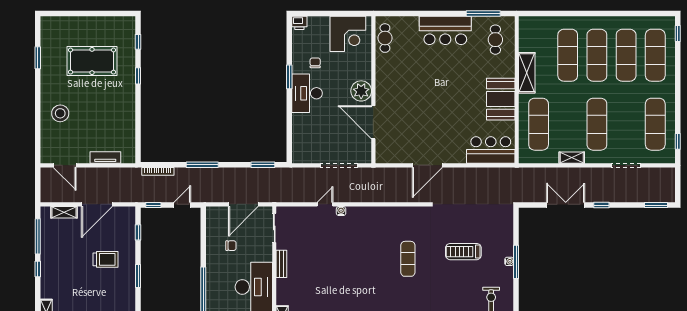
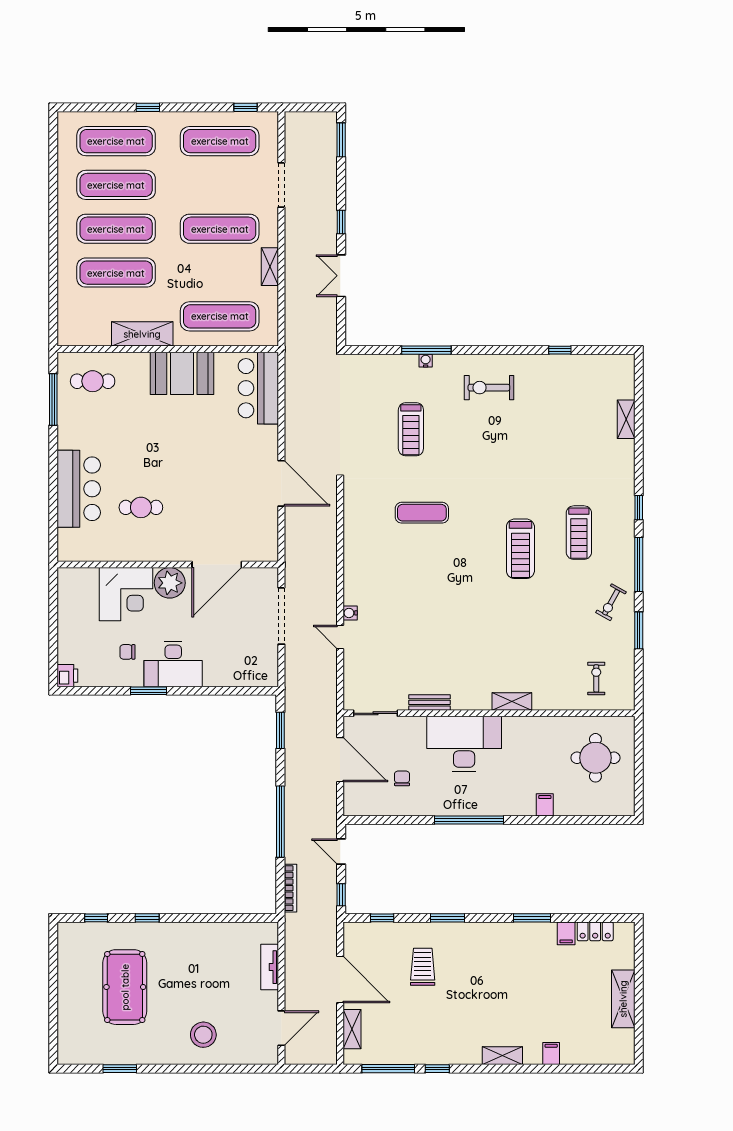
bar counter: (445, 30) -> (79, 489), moved
corner desk: (348, 34) -> (126, 594), moved, turned 90
window: (678, 34) -> (148, 107), moved
cafe table: (385, 38) -> (141, 507), moved
window: (202, 165) -> (280, 822), width x1.46
double door: (566, 205) -> (341, 276), width x0.73

